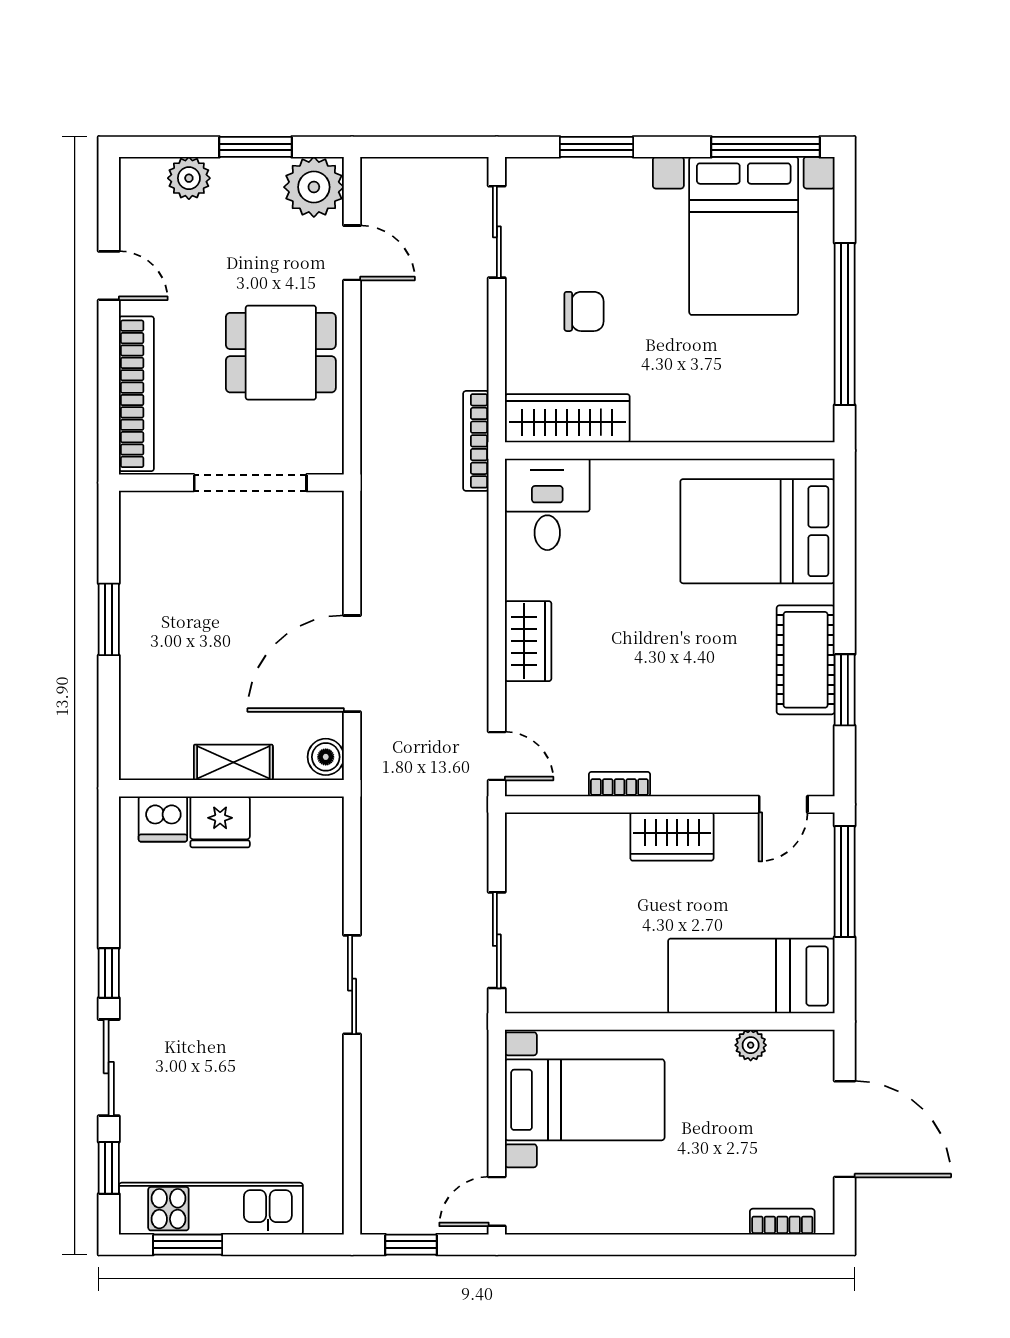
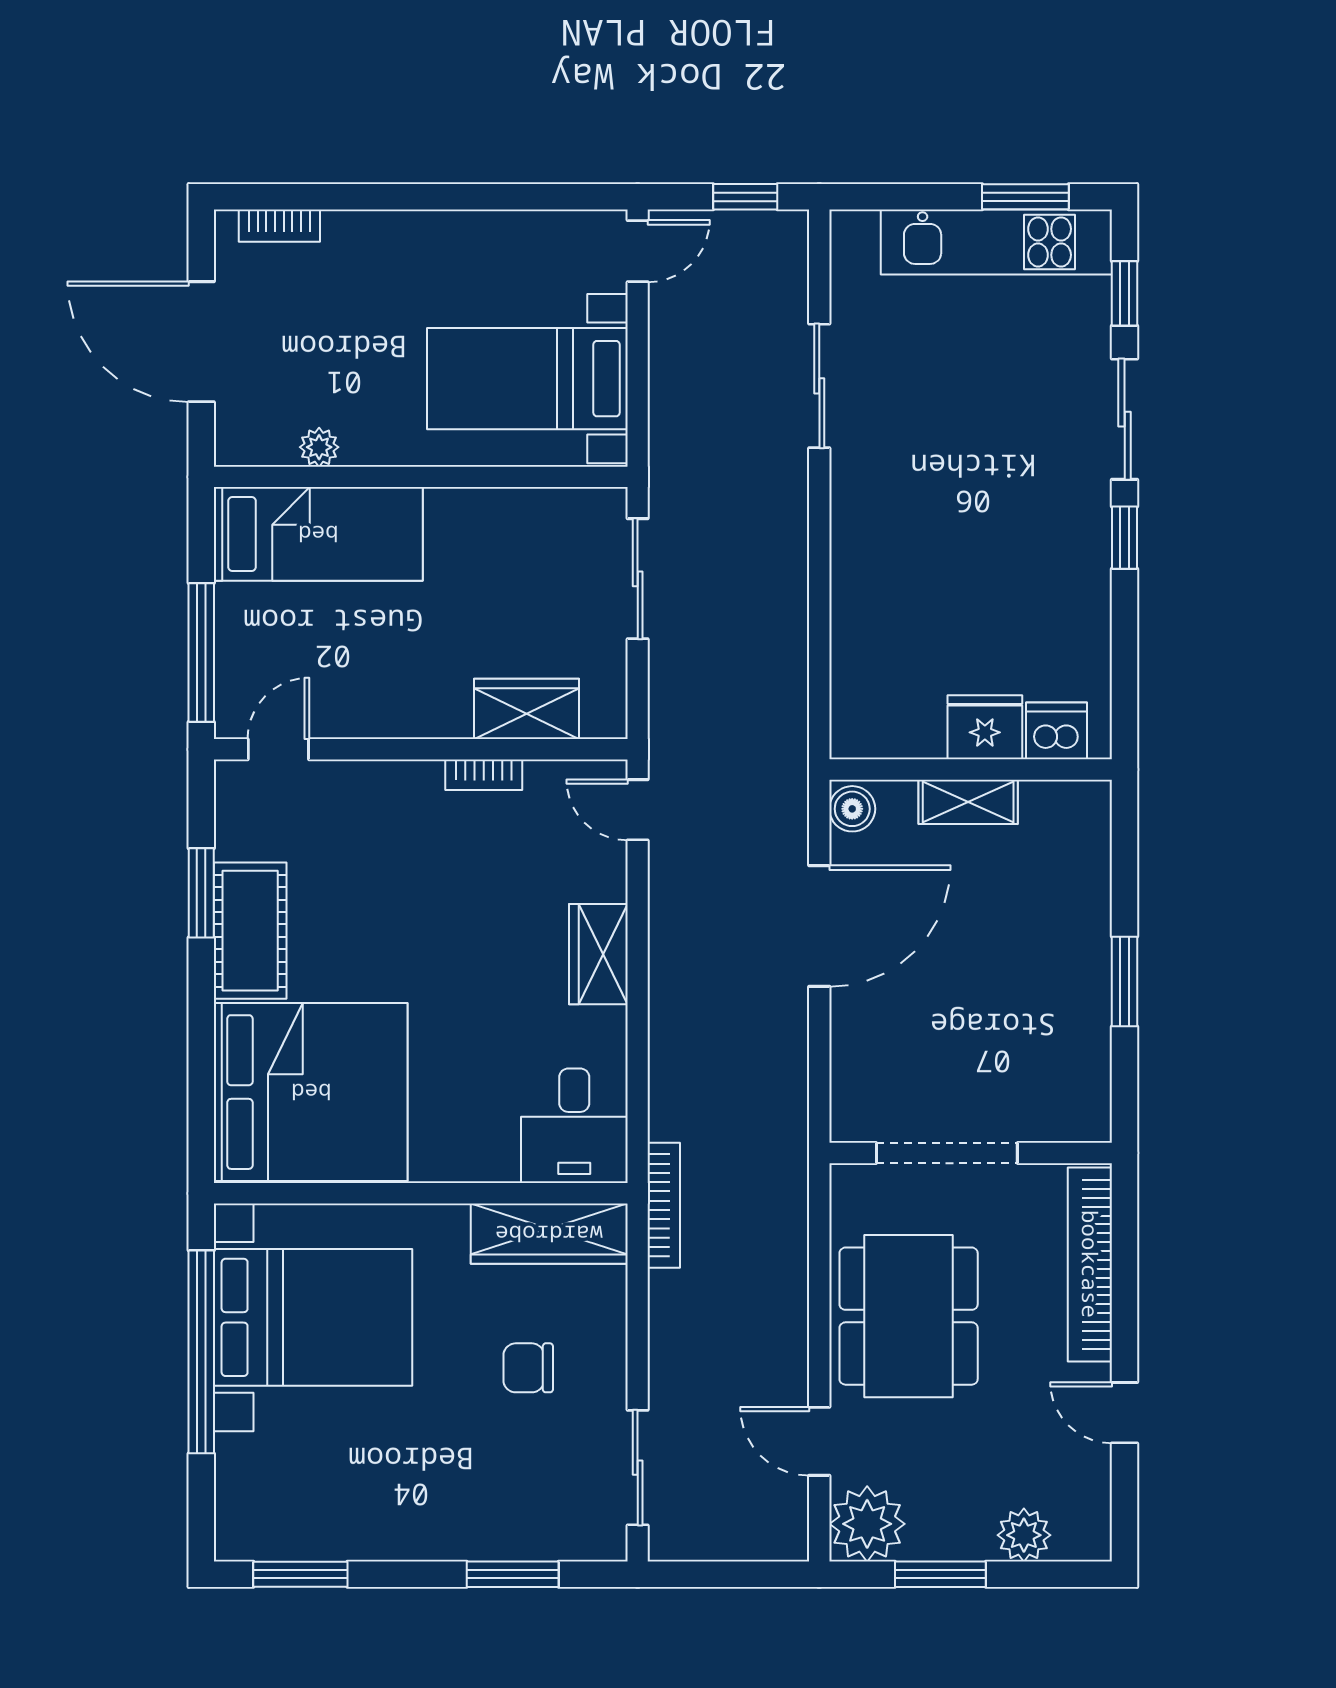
window: (765, 147) -> (300, 1574), width x0.69
bed with nightstands: (744, 236) -> (313, 1317), moved, turned 90
dining table: (281, 353) -> (909, 1316), width x1.38
bed: (757, 531) -> (311, 1092), width x1.36
wardrobe: (672, 837) -> (527, 709), moved
sliding door: (352, 985) -> (819, 386), moved

